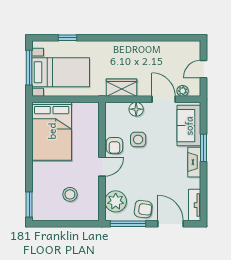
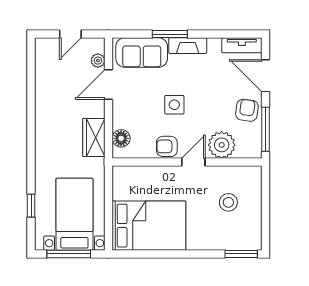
door: (204, 69) -> (70, 34), hinge flipped
floor lamp: (136, 109) -> (121, 138), moved
side table: (138, 140) -> (174, 105), moved
armchair: (114, 146) -> (167, 146), turned 180
door: (102, 167) -> (193, 162), hinge flipped
plant: (116, 201) -> (222, 145), moved
door: (171, 224) -> (265, 76), hinge flipped

